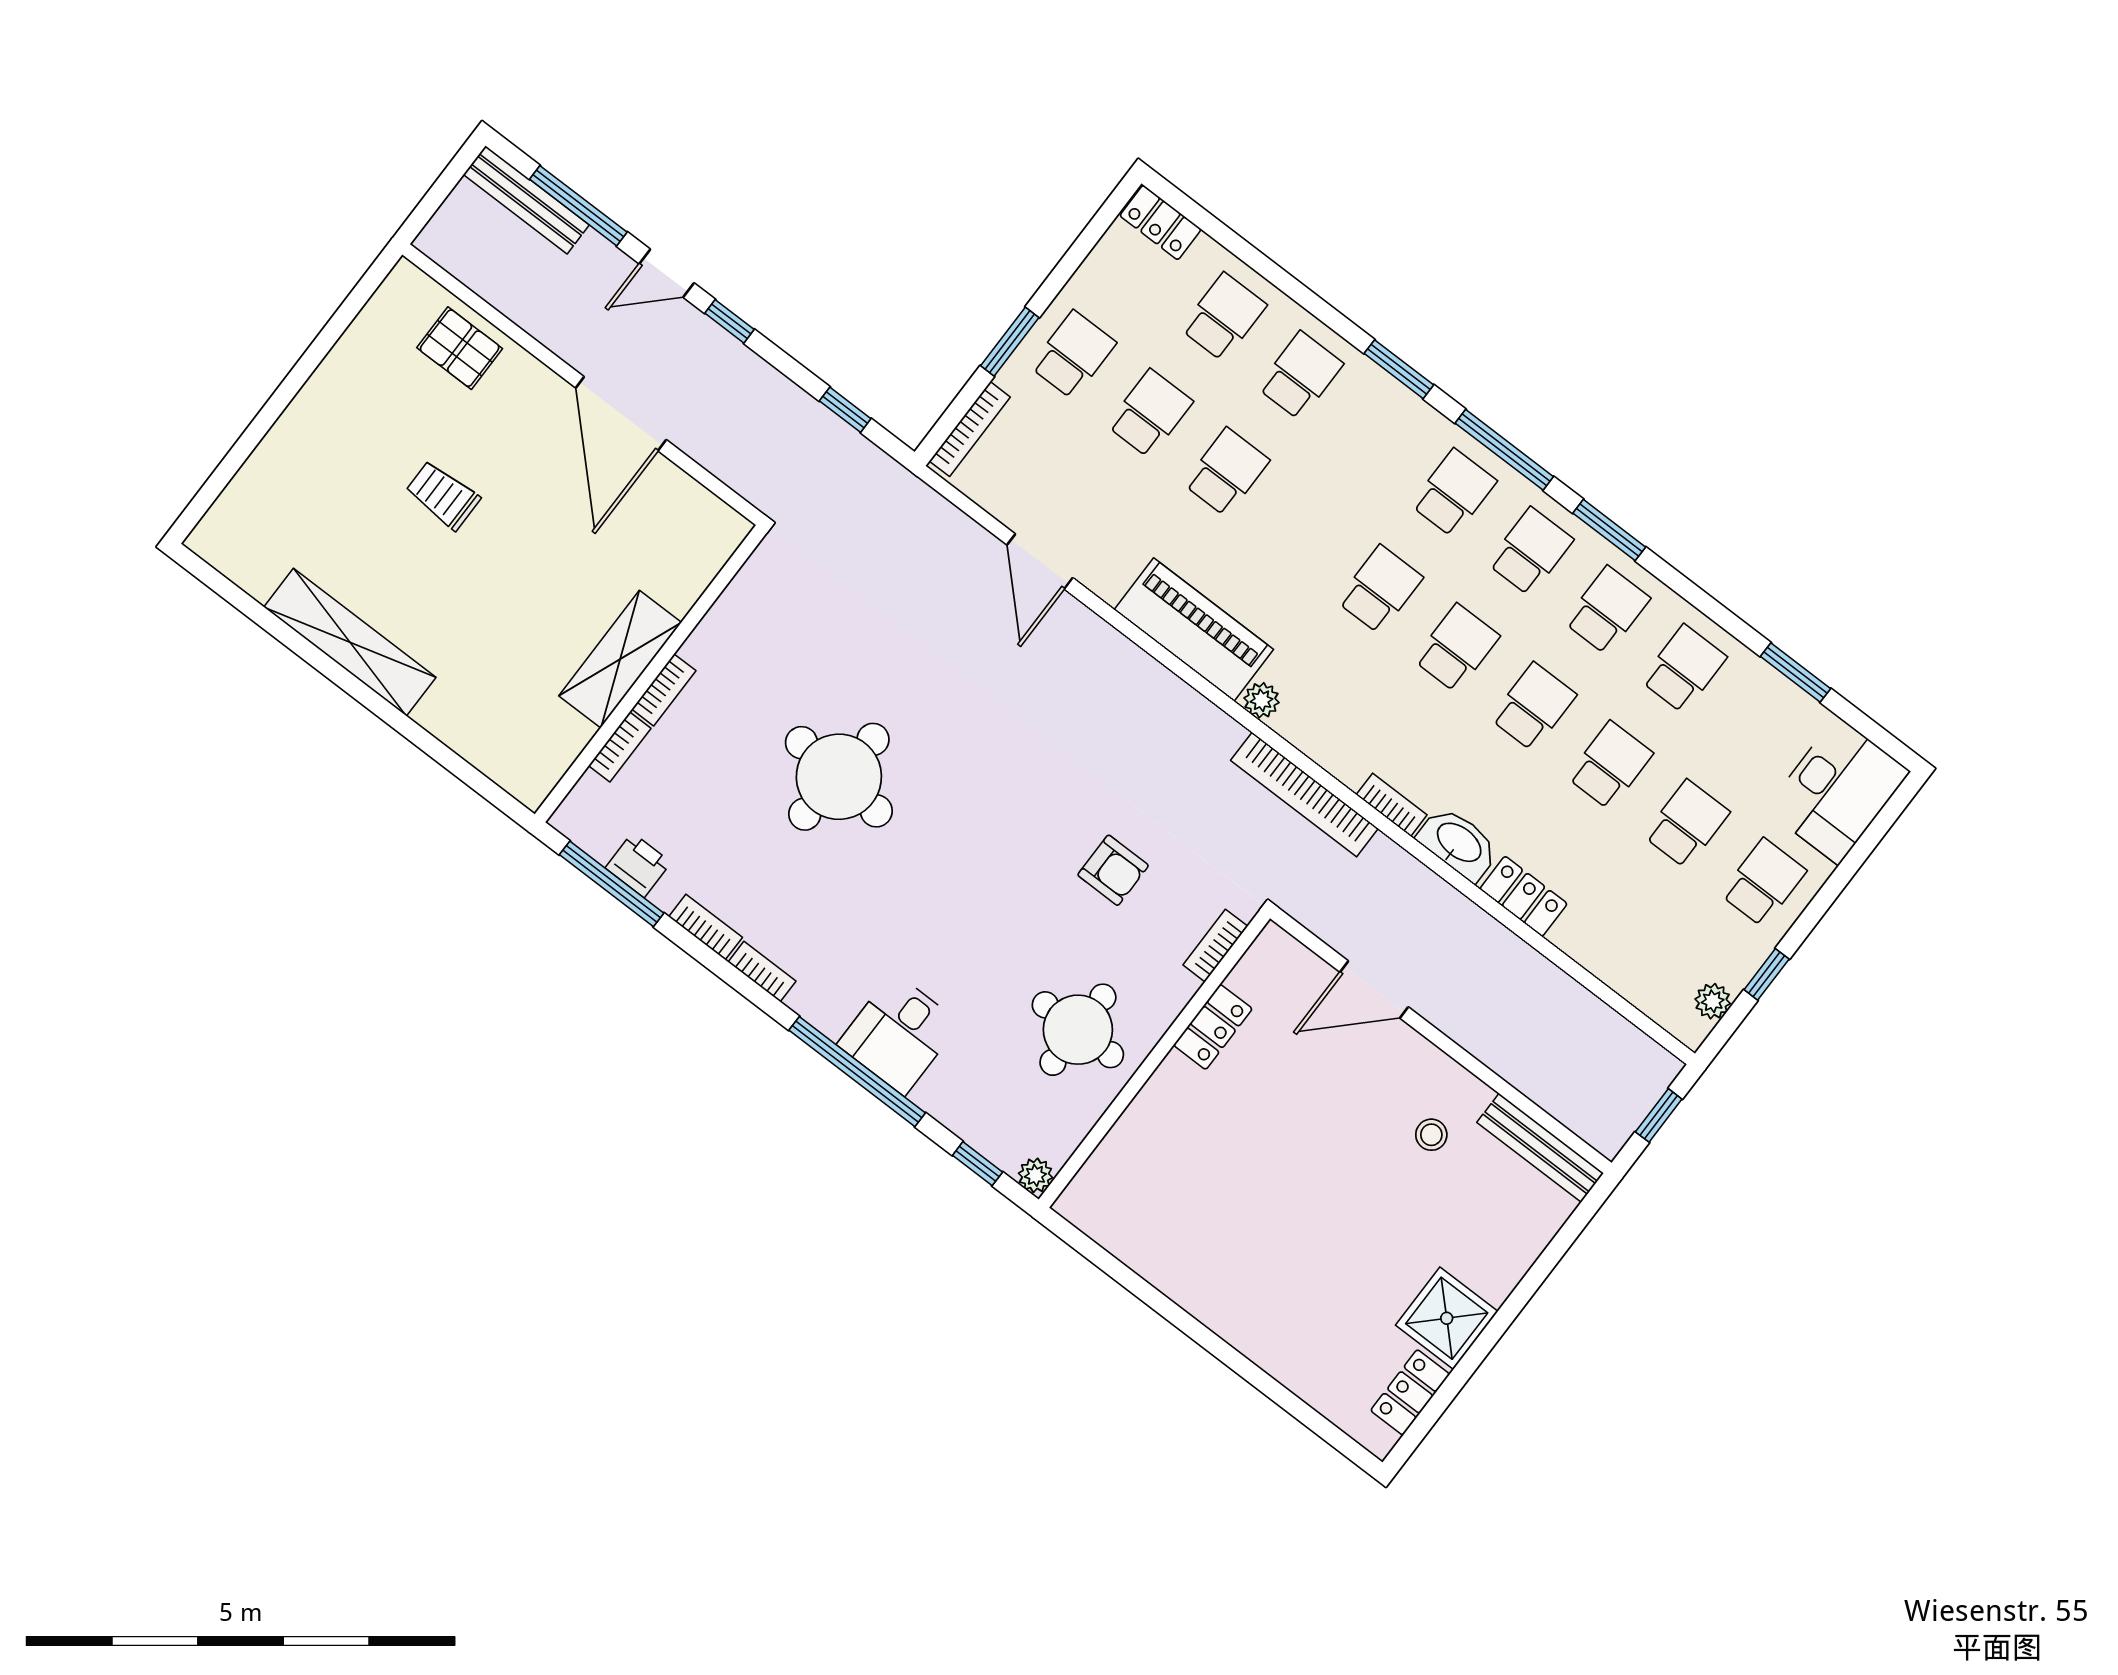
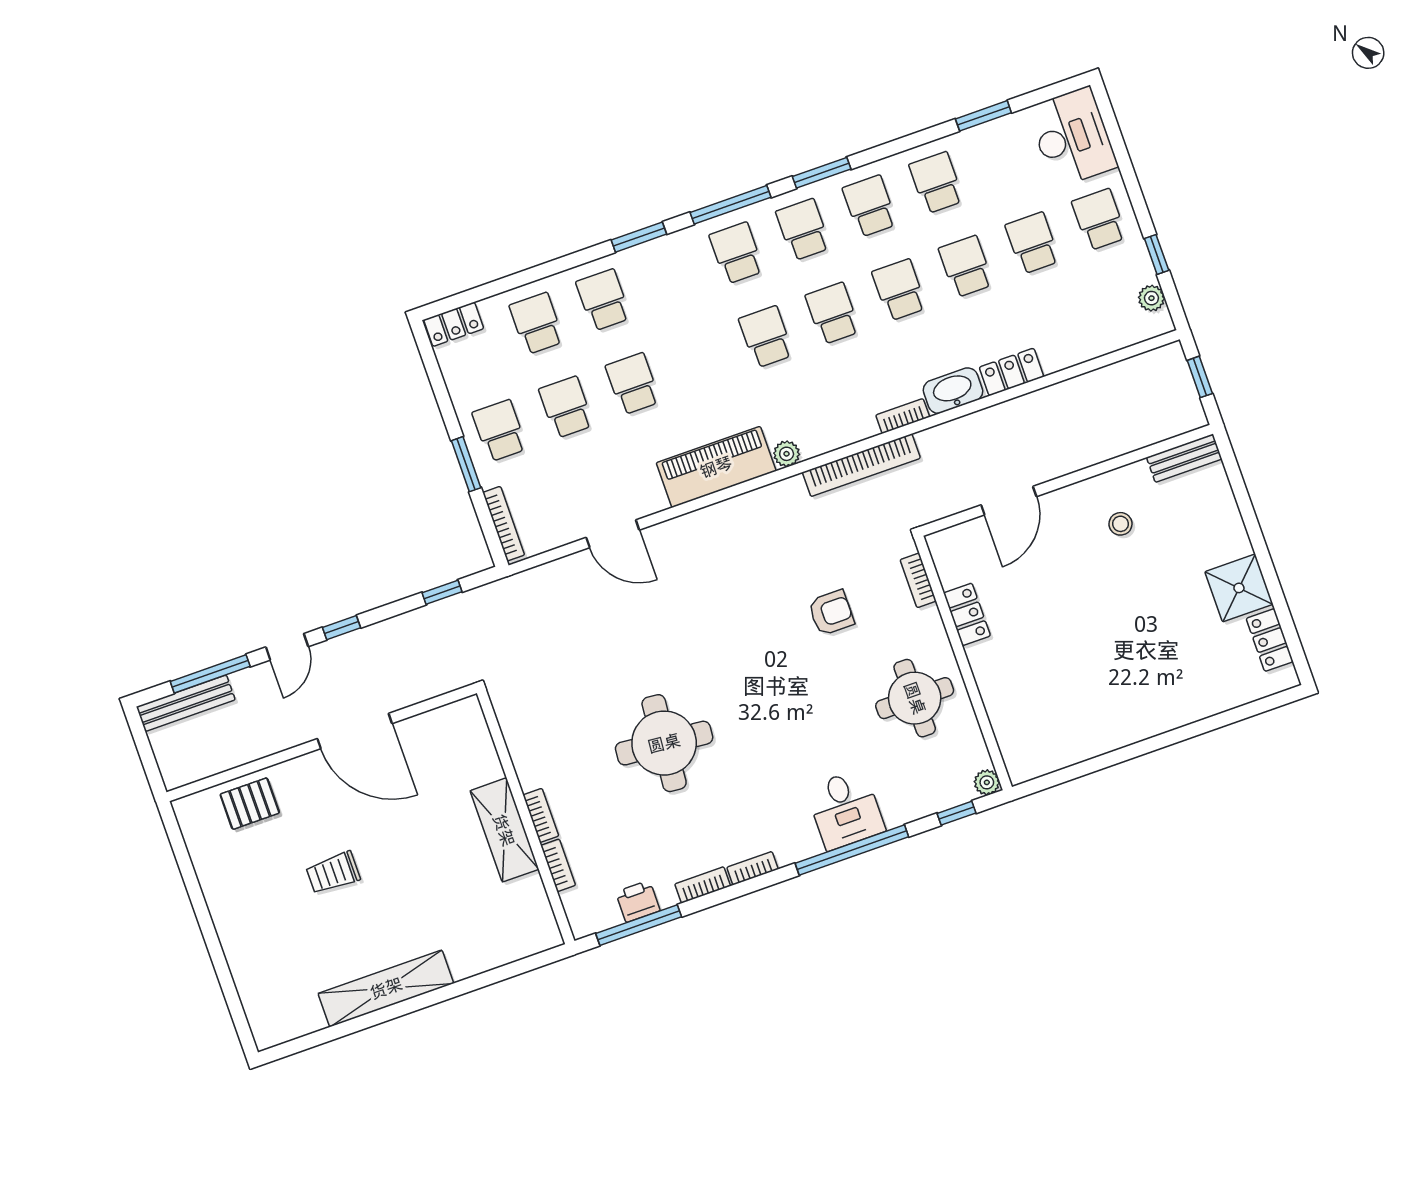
bench: (1540, 1148) -> (1184, 458), width x0.73

